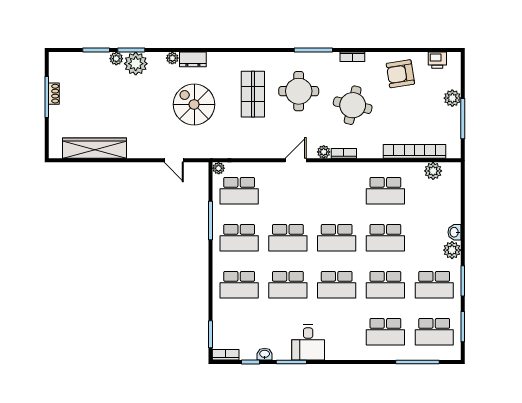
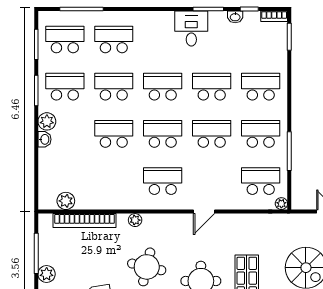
plant: (324, 152) -> (135, 220), moved
bookcase: (344, 153) -> (155, 218), removed
school desk: (385, 191) -> (163, 181), moved

